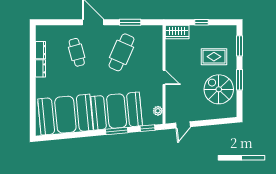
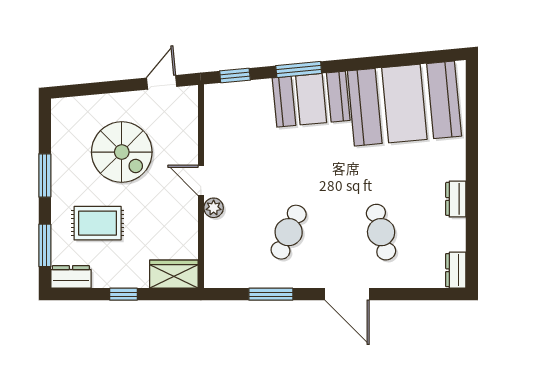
dresser: (227, 31) -> (71, 277), added
dresser: (41, 50) -> (456, 270), moved
cafe table: (122, 52) -> (289, 232), width x0.73, depth x0.74
spiral stairs: (219, 89) -> (122, 152), moved
booth: (117, 111) -> (311, 99), width x0.73, depth x0.70
plant: (158, 111) -> (214, 208), moved

